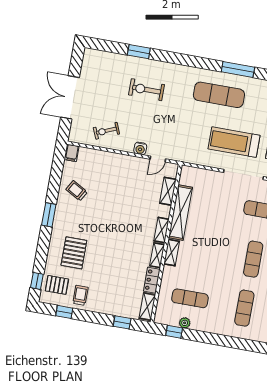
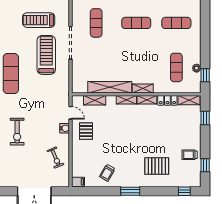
treadmill: (234, 142) -> (46, 55), turned 180
pallet: (57, 285) -> (86, 131), moved

